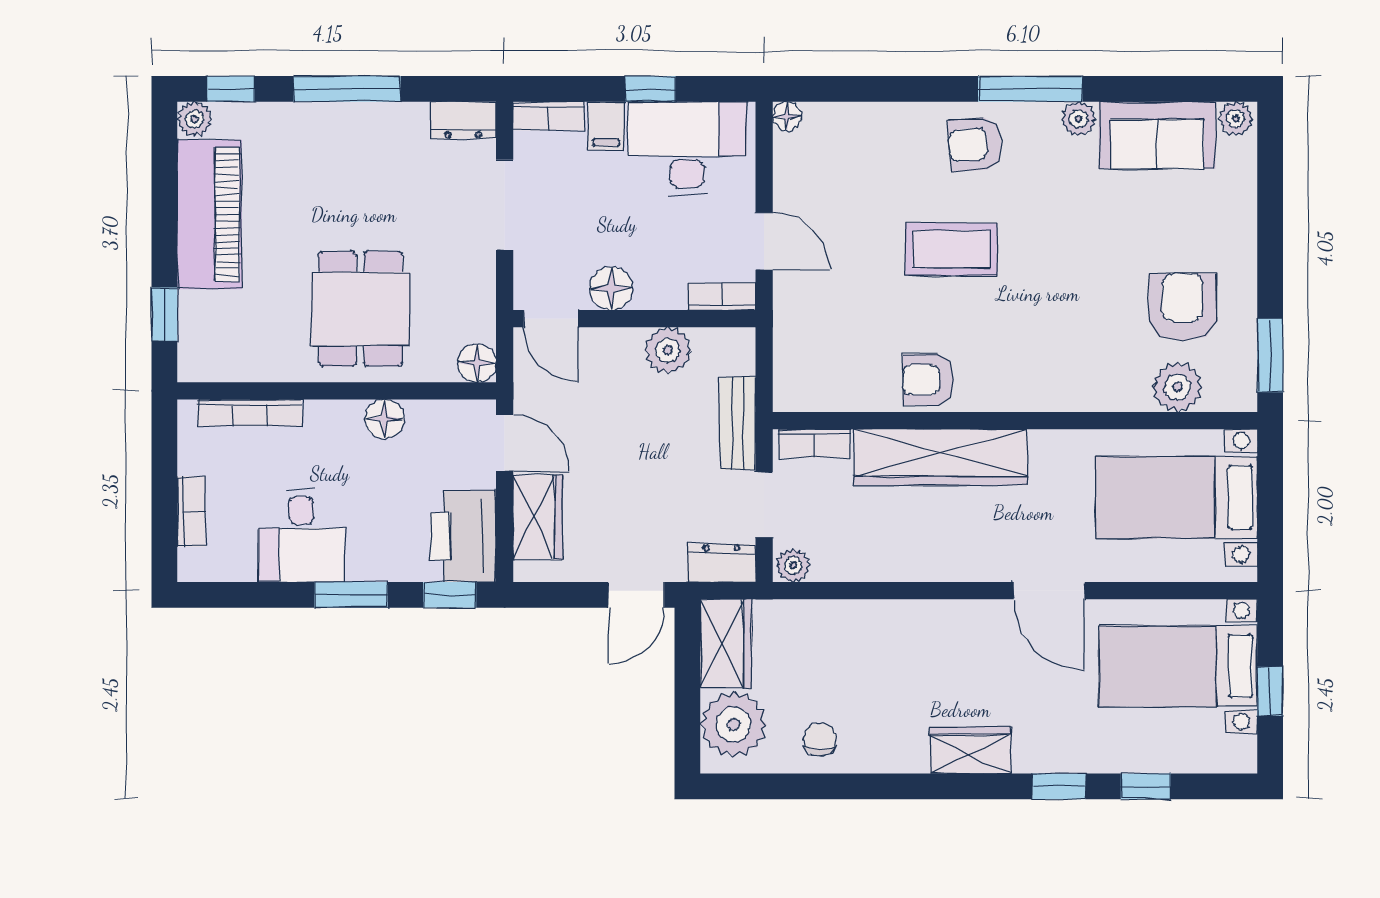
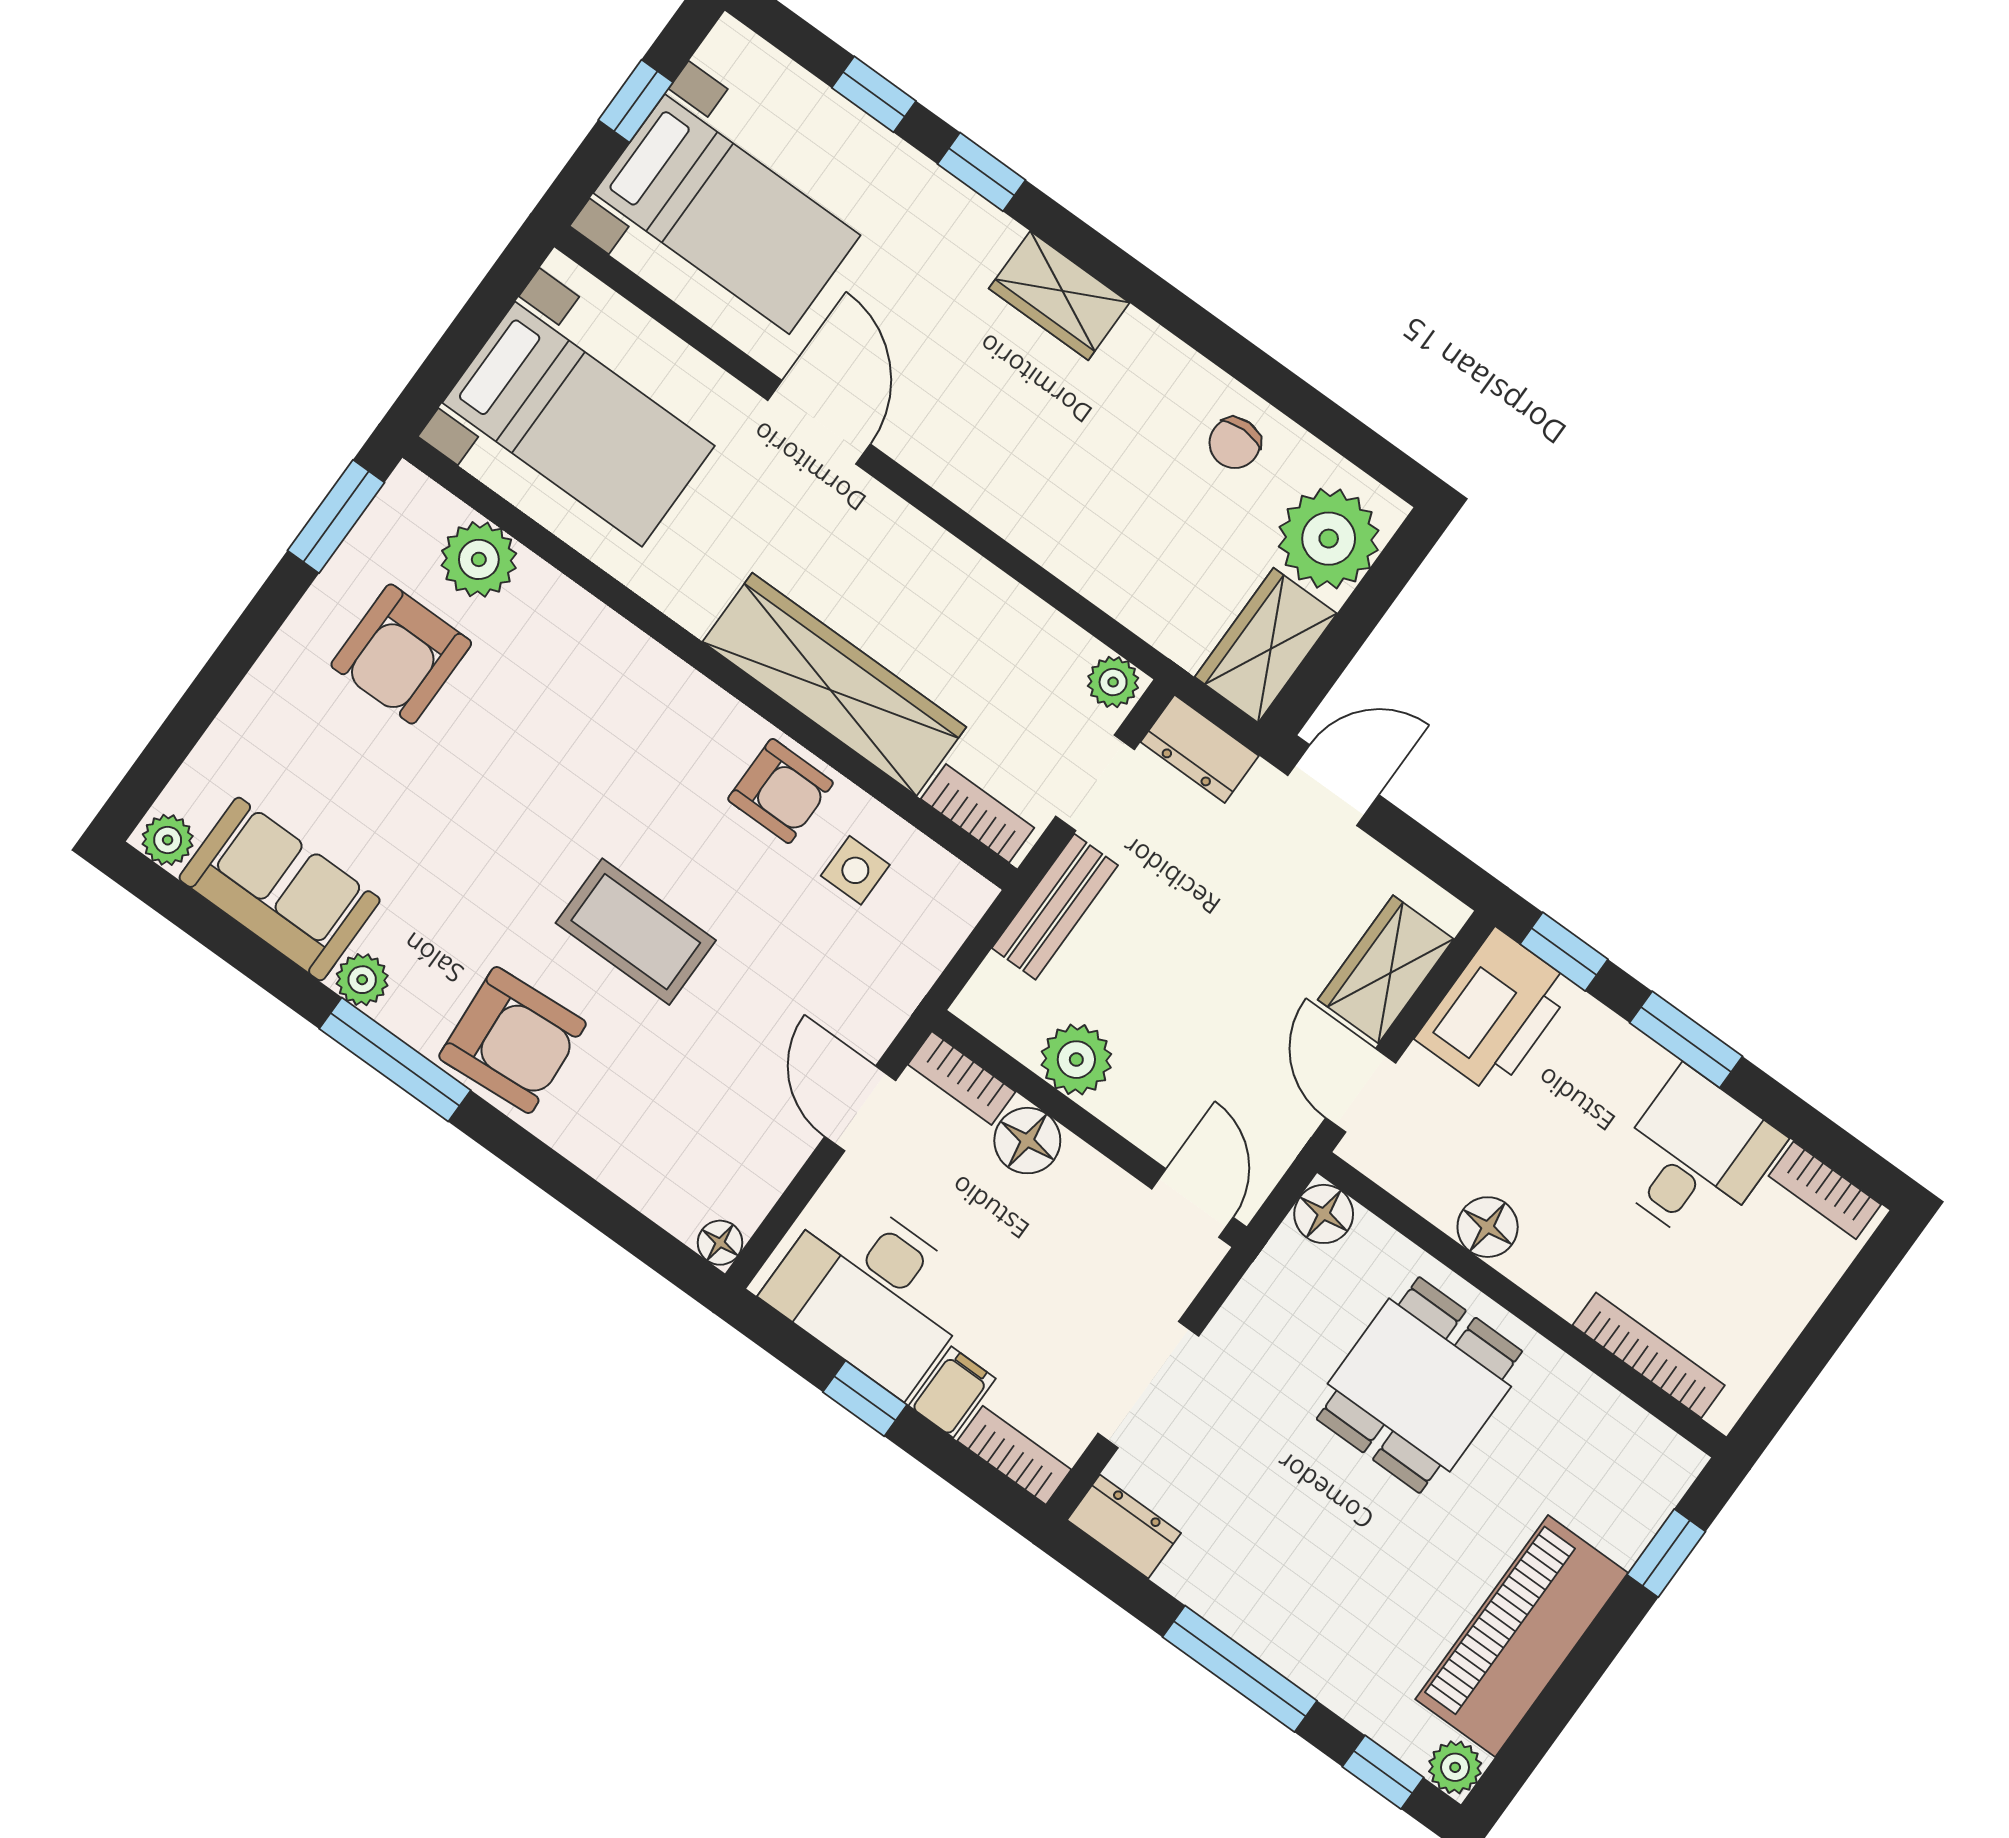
armchair: (975, 144) -> (512, 1040), width x1.38, depth x1.38
floor lamp: (611, 288) -> (1027, 1141), moved
side table: (858, 366) -> (855, 870), added
bookcase: (191, 511) -> (1825, 1190), moved, turned -90

